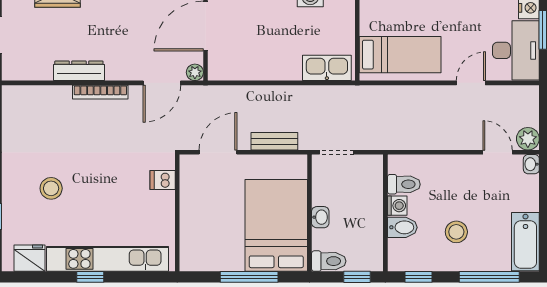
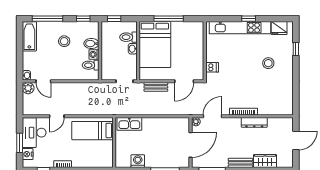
toilet: (329, 261) -> (128, 37), moved

